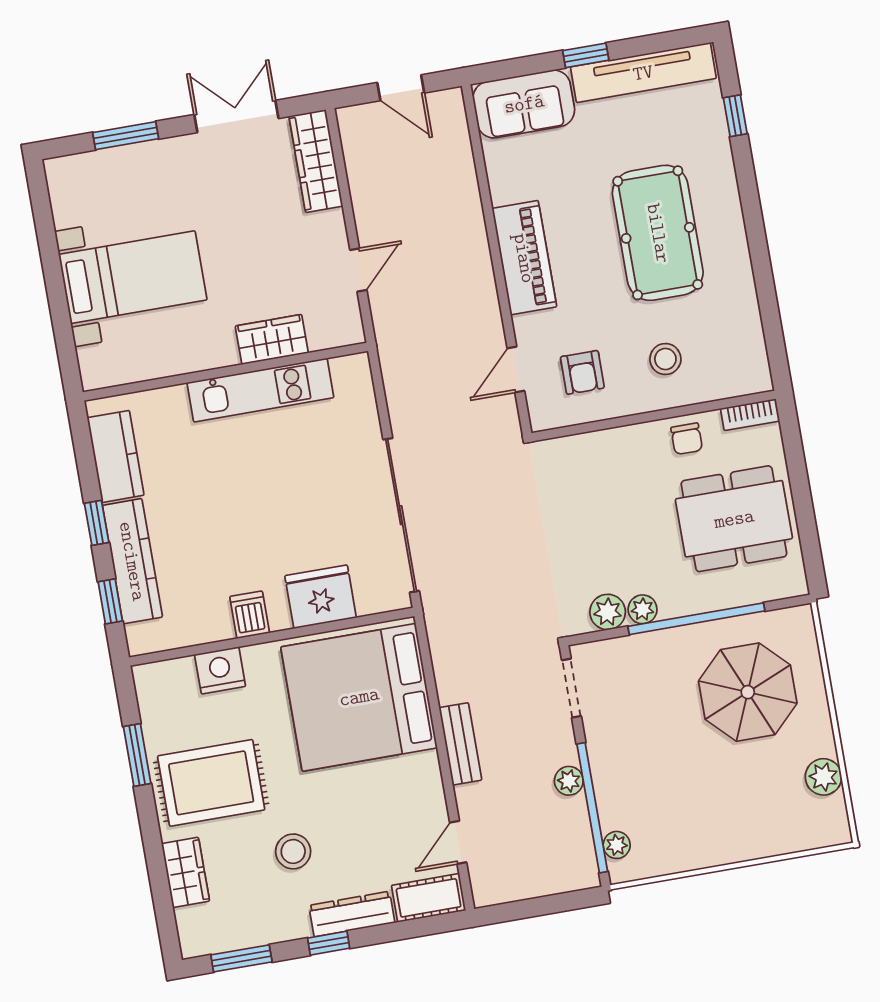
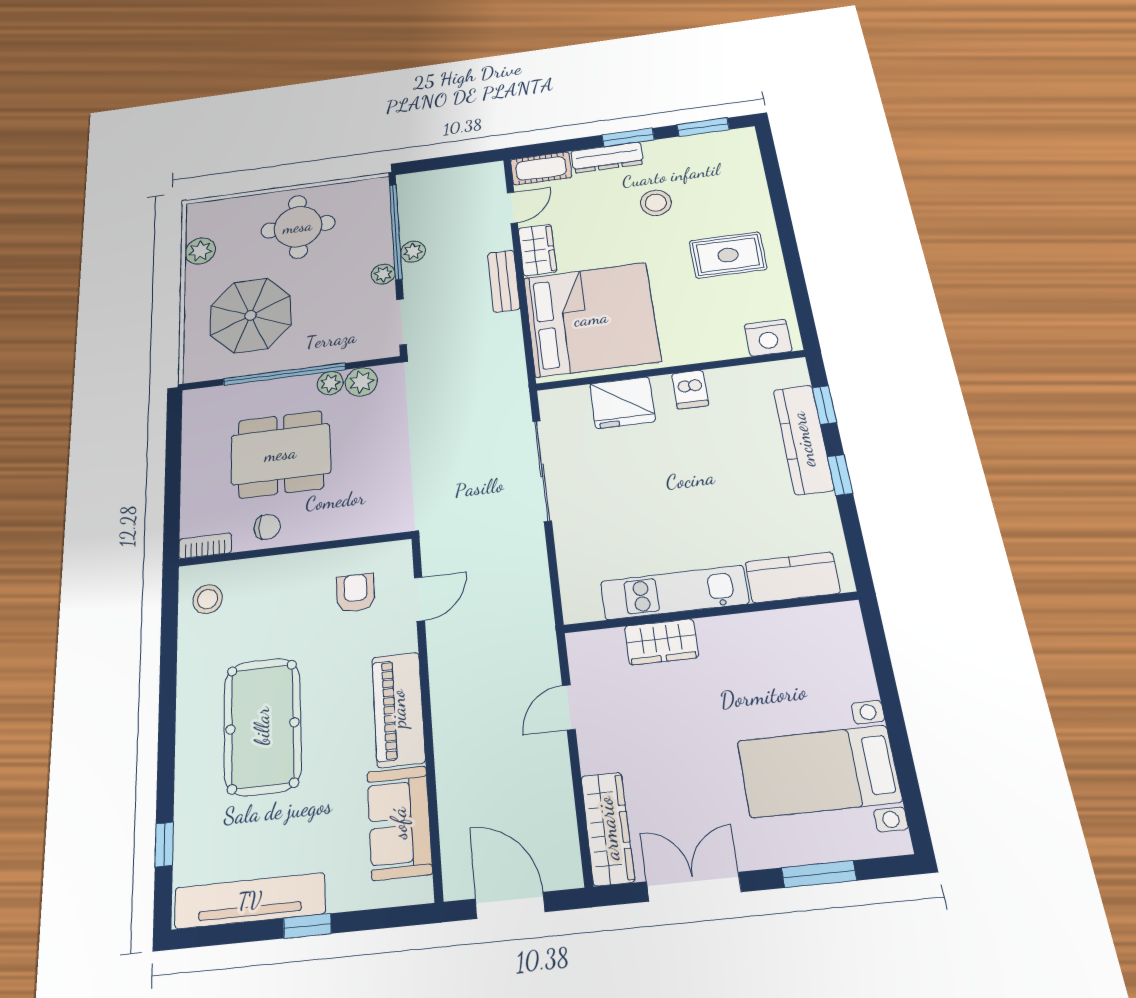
door: (401, 88) -> (510, 905), width x1.38
sofa: (524, 104) -> (399, 823), moved, turned -90
double door: (236, 116) -> (694, 887), swing flipped
bed with nightstands: (133, 277) -> (819, 771), moved
stool: (665, 359) -> (208, 599), moved
chair: (687, 439) -> (267, 527), turned 90
kitchen counter: (116, 456) -> (793, 577), moved, turned 90
sliding door: (401, 515) -> (542, 470), width x0.73
dining table: (734, 519) -> (281, 454), moved
nightstand: (220, 670) -> (768, 338), moved
window: (137, 755) -> (796, 278), removed
rug: (211, 783) -> (728, 255), width x0.73, depth x0.70
round table: (710, 812) -> (298, 227), added
plant: (617, 845) -> (383, 274), moved
wardrobe: (185, 872) -> (537, 250), moved, turned 180
window: (329, 943) -> (628, 137), width x1.50

